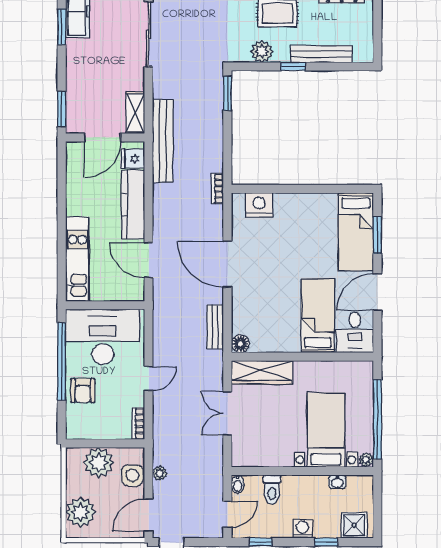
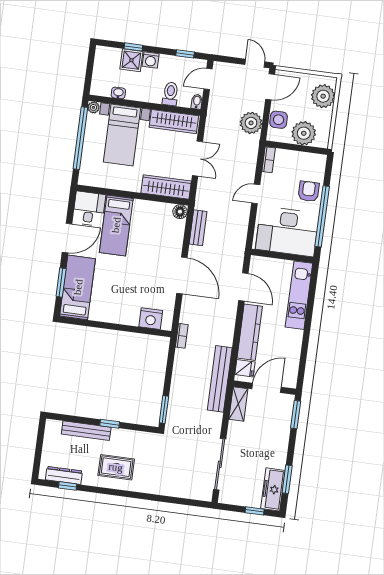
plant: (262, 51) -> (132, 439), removed
wardrobe: (263, 456) -> (174, 122), added
plant: (160, 473) -> (251, 123), width x1.87, depth x1.87
shower: (354, 525) -> (131, 60), moved

